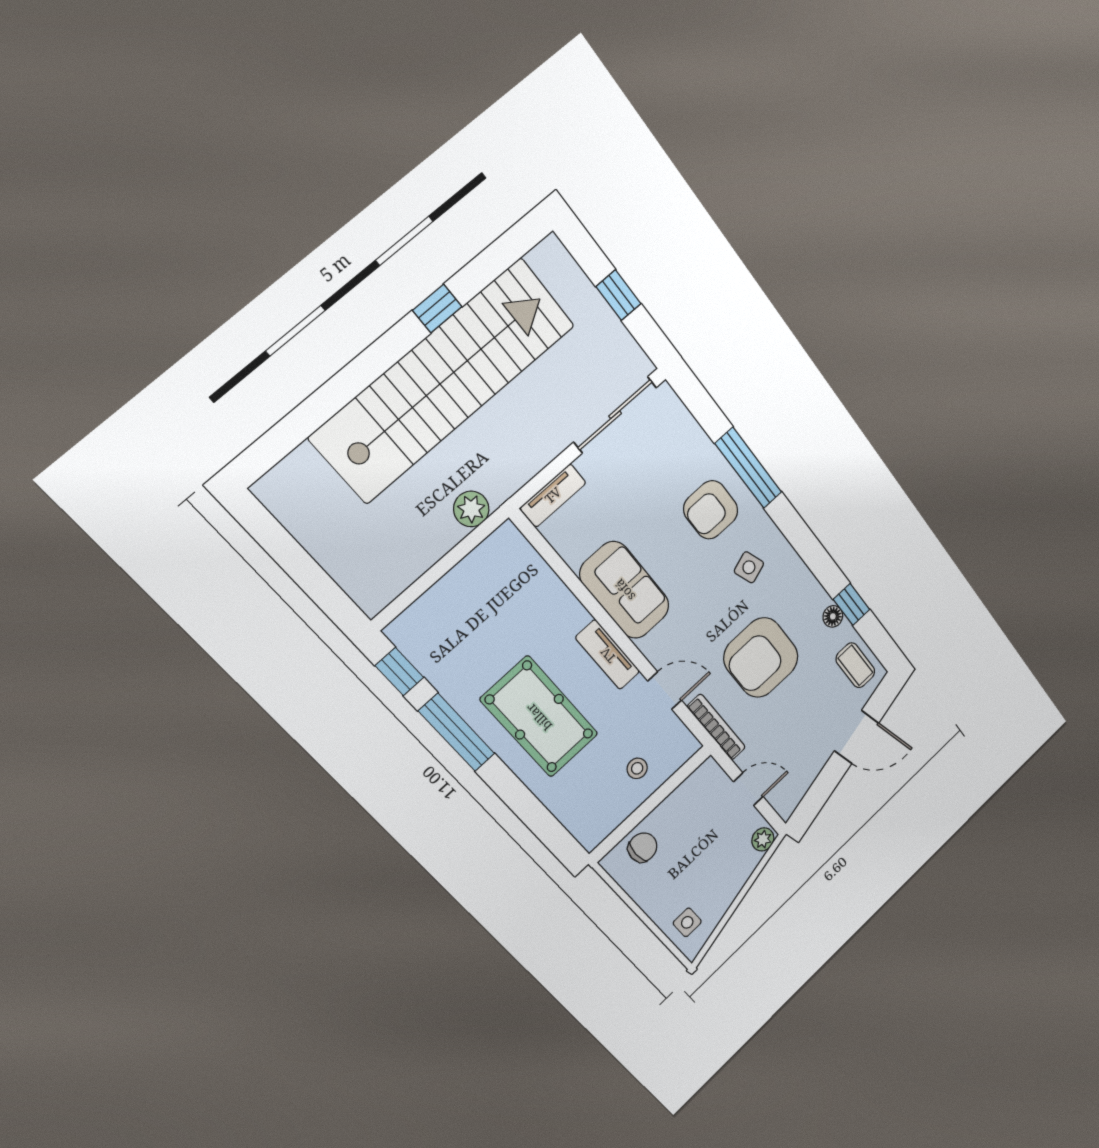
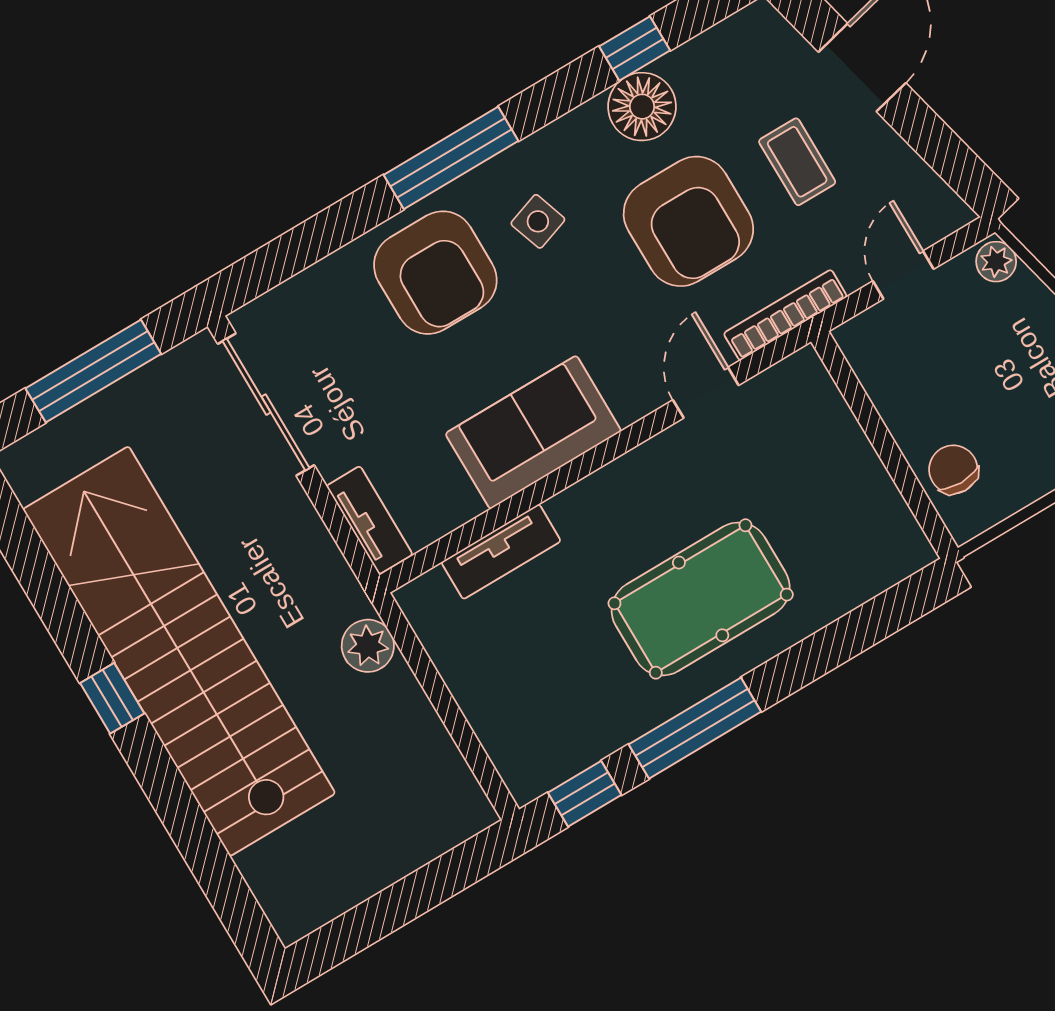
window: (618, 295) -> (93, 371), width x2.17
window: (437, 309) -> (112, 698), moved
window: (749, 468) -> (451, 158), moved
armchair: (711, 510) -> (435, 273), width x1.36, depth x1.36
floor lamp: (833, 616) -> (642, 107), width x1.89, depth x1.89
tv unit: (608, 655) -> (501, 552), moved
coffee table: (855, 665) -> (797, 162), moved, turned 90
stool: (637, 768) -> (821, 458), removed

